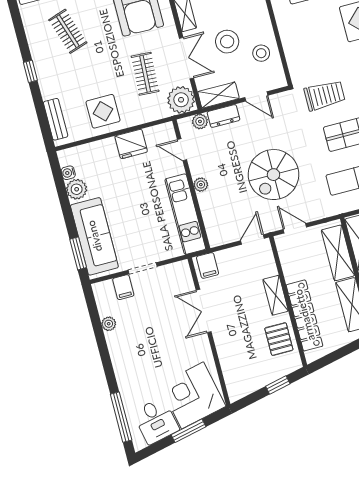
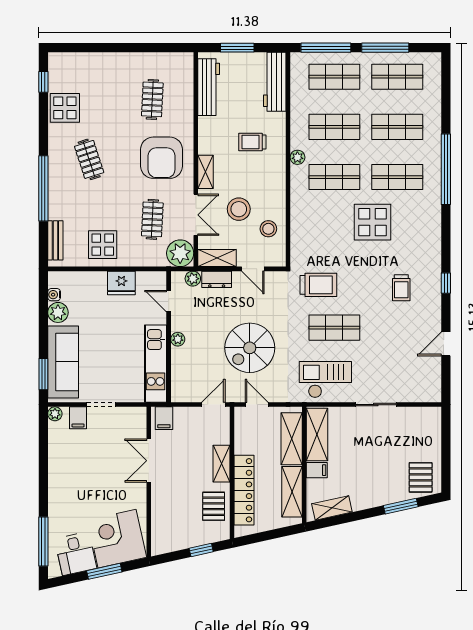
window: (30, 71) -> (43, 188), width x3.17
plant: (109, 324) -> (55, 414), moved

